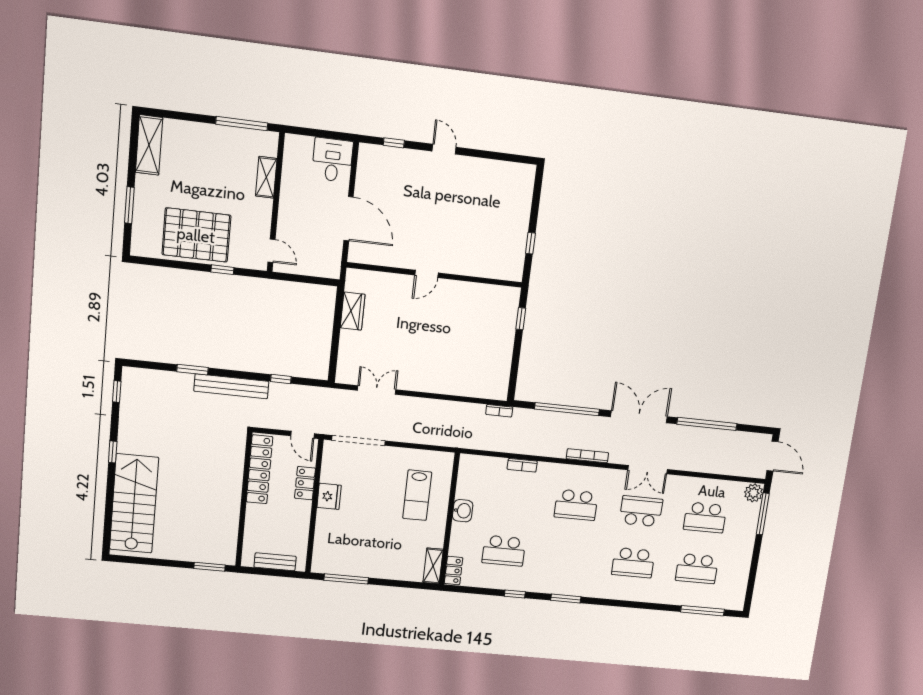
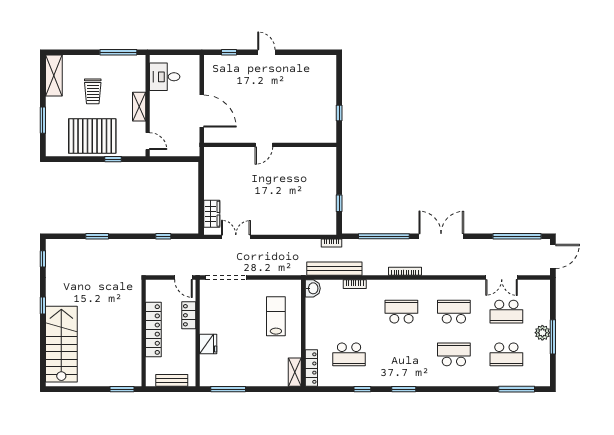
desk: (332, 160) -> (165, 77), moved, turned -90
trolley: (202, 174) -> (93, 91), added
shelving: (266, 177) -> (139, 107), moved
wardrobe: (353, 311) -> (212, 214), moved
window: (521, 319) -> (339, 203), moved
bench: (231, 386) -> (334, 269), moved
window: (707, 424) -> (517, 236), moved
door: (772, 456) -> (553, 256), hinge flipped
locker: (260, 469) -> (153, 330), moved
double door: (648, 470) -> (502, 278), moved
plant: (754, 493) -> (542, 333), moved
lab bench: (417, 495) -> (276, 316), turned 180
fridge: (329, 496) -> (208, 344), moved
school desk: (576, 505) -> (401, 312), turned 180
washbasin: (463, 511) -> (313, 288), moved
window: (763, 514) -> (553, 337), moved
school desk: (633, 563) -> (454, 354), turned 180
locker: (454, 571) -> (311, 368), width x1.53

